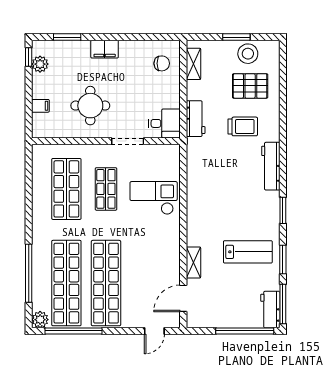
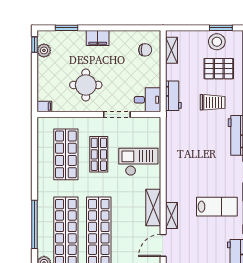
window: (236, 37) -> (221, 28), moved
filing cabinet: (40, 106) -> (44, 107), moved
shelving: (171, 253) -> (153, 207), added

